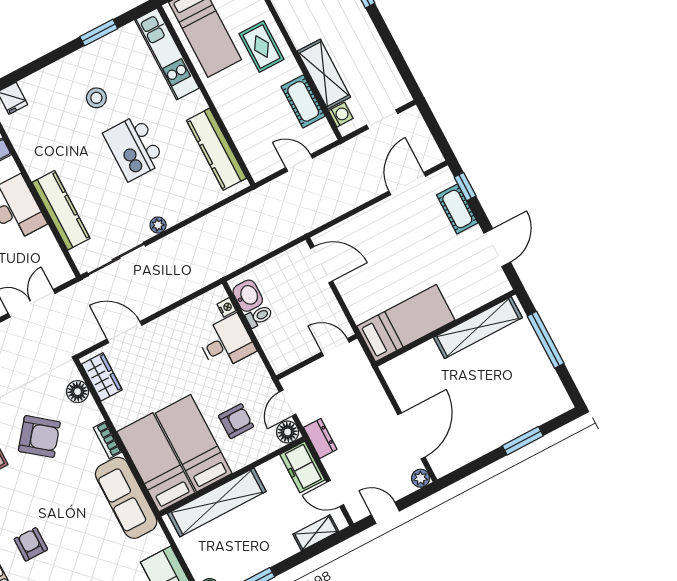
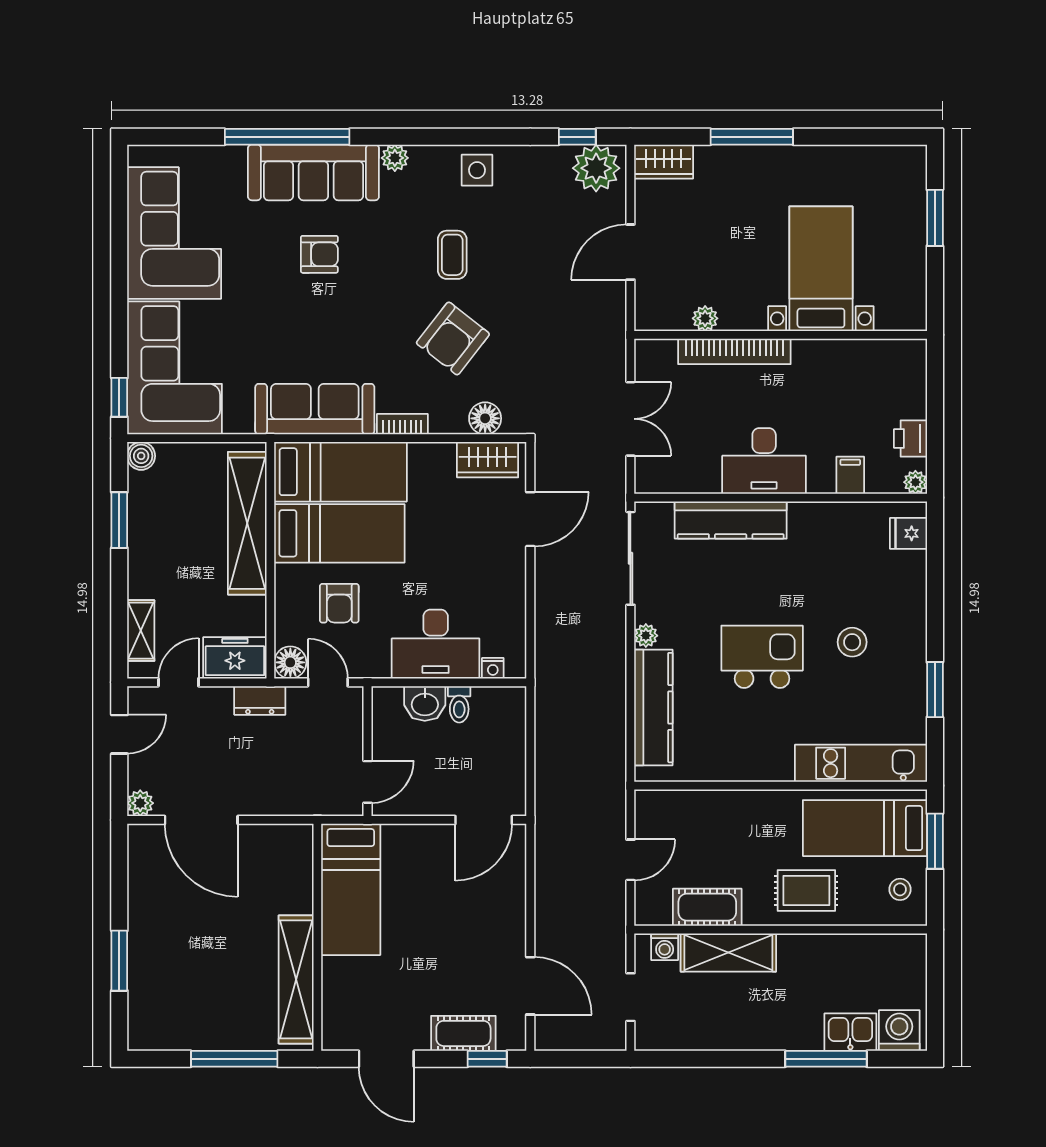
kitchen counter: (216, 149) -> (653, 708), moved, turned 90
washbasin: (248, 296) -> (425, 703), moved
desk: (226, 343) -> (436, 644), width x1.37

